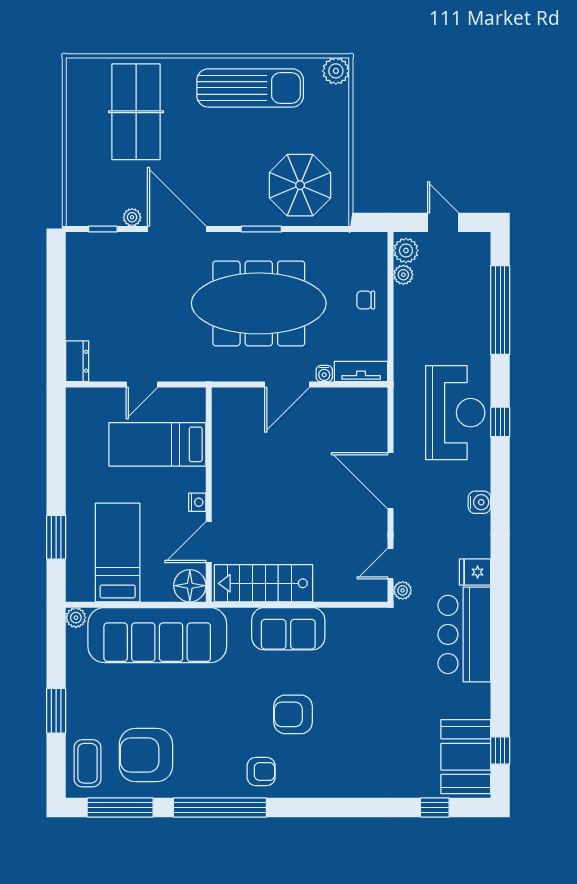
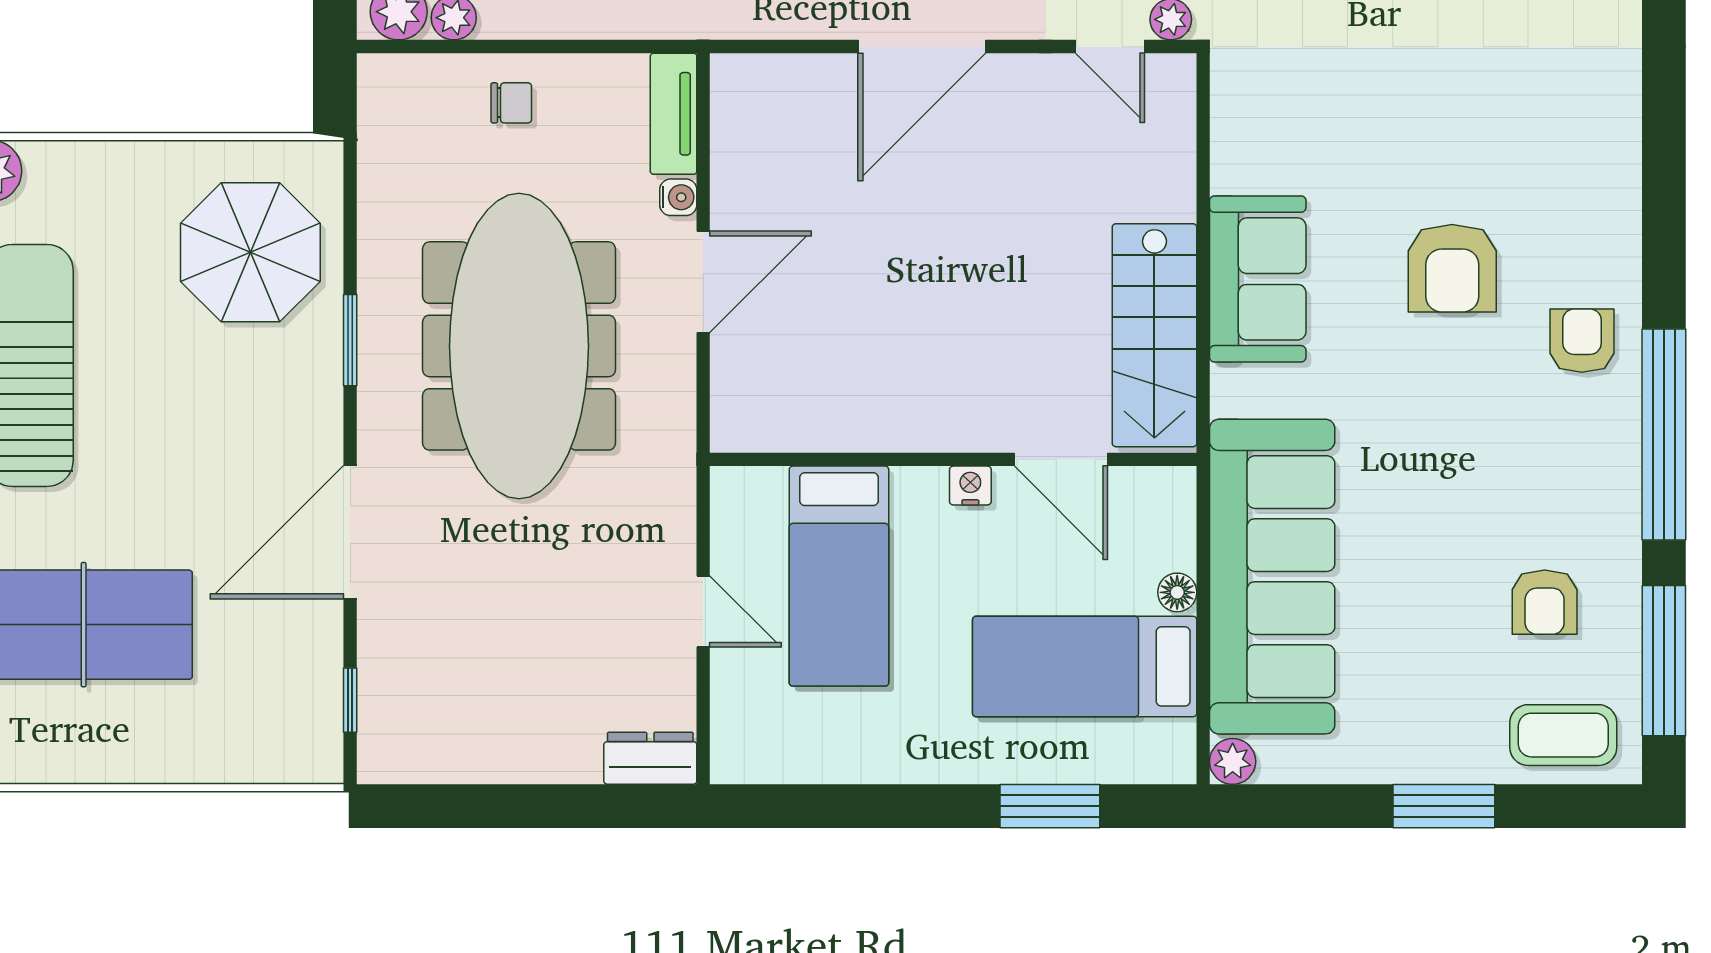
plant: (132, 217) -> (323, 634), removed
chair: (366, 300) -> (511, 103), turned -90
door: (287, 385) -> (703, 282), hinge flipped
floor lamp: (190, 586) -> (1177, 592), moved, width x0.53, depth x0.53
armchair: (146, 755) -> (1545, 602), width x0.53, depth x0.53

